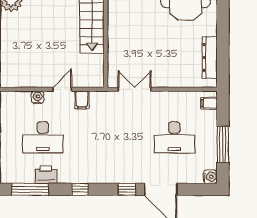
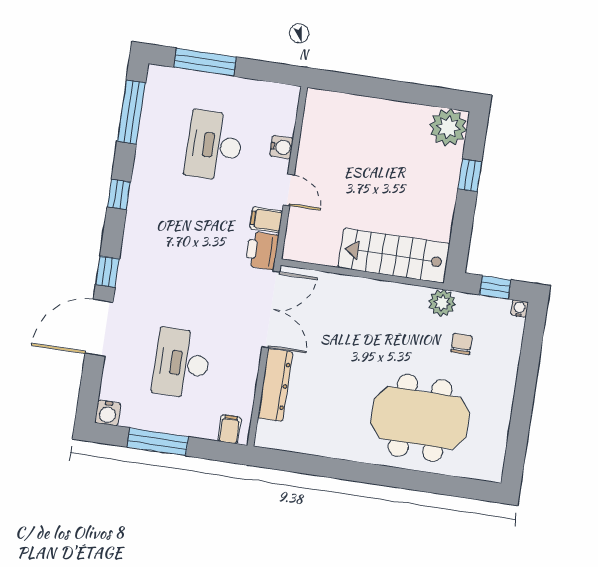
dresser: (210, 57) -> (275, 385), moved, turned 90
double door: (135, 89) -> (271, 309), width x1.37
printer: (46, 175) -> (262, 251), moved, turned 180

